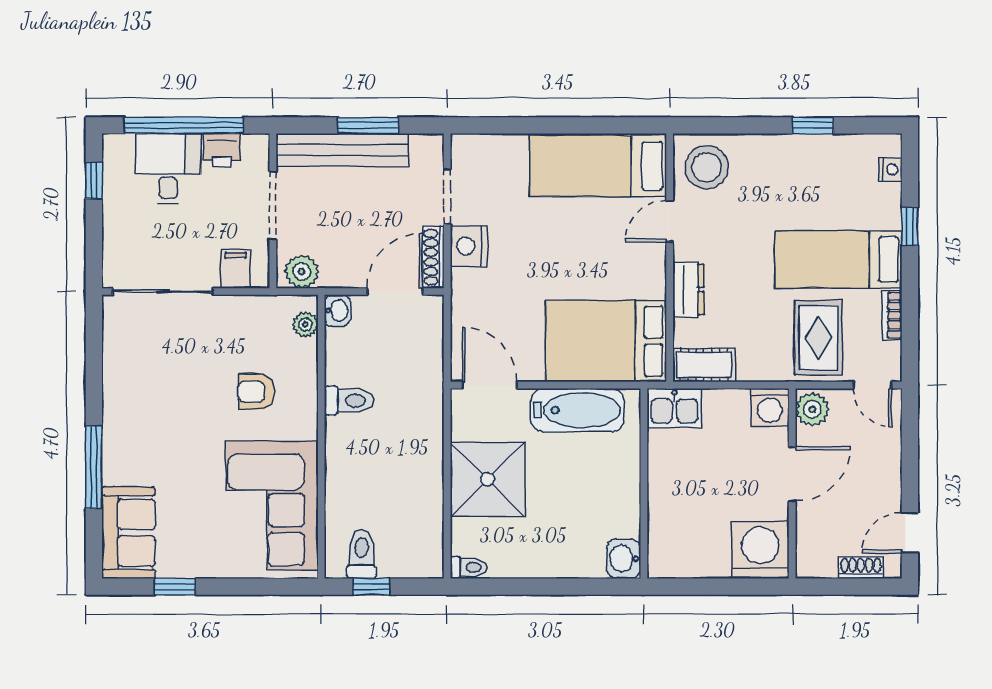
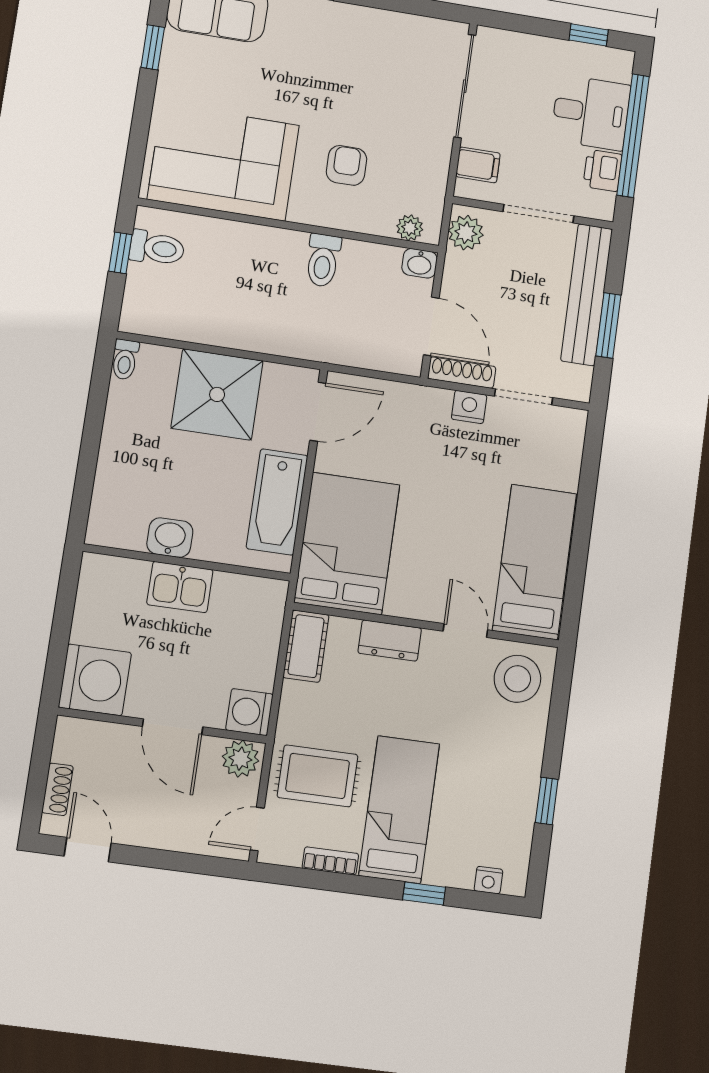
nightstand: (469, 246) -> (469, 407), width x0.74, depth x0.75
kitchen sink: (675, 408) -> (180, 587), moved, turned -90
washbasin: (624, 559) -> (170, 538), moved

